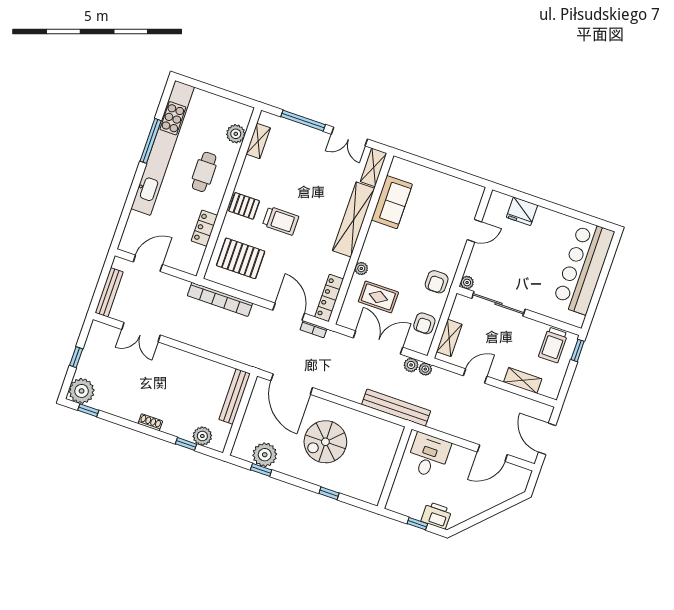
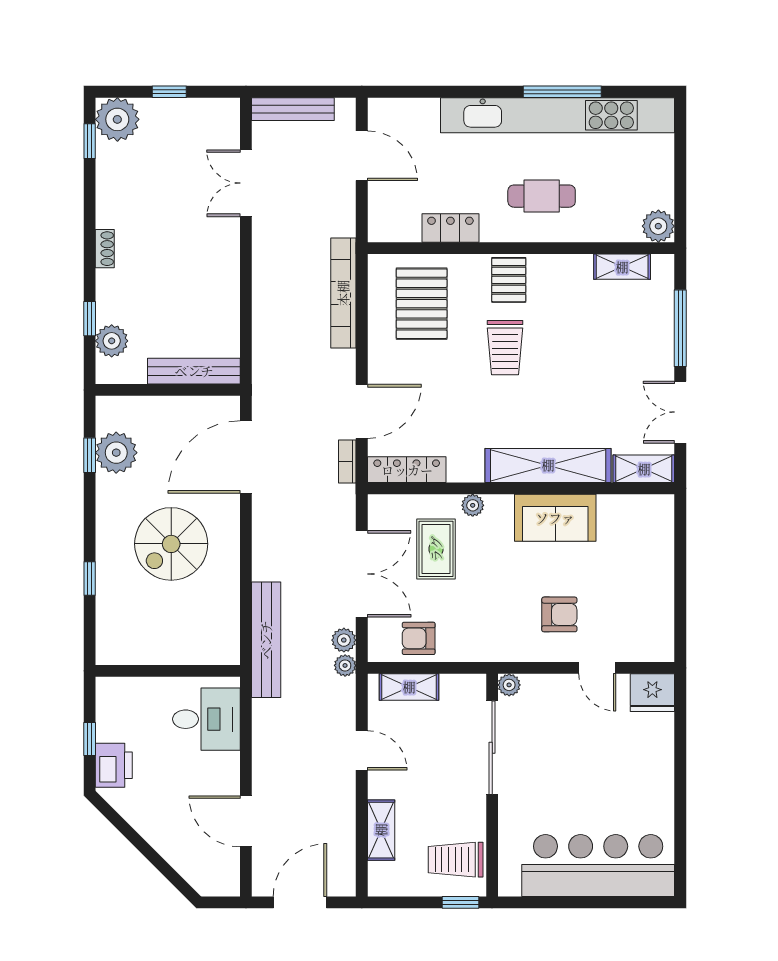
plant: (236, 134) -> (658, 226), moved
sofa: (392, 202) -> (555, 518), moved
fridge: (522, 211) -> (652, 693), moved, turned -90
armchair: (437, 282) -> (559, 614), moved, turned 180
spiral stairs: (325, 442) -> (171, 544), turned -90

